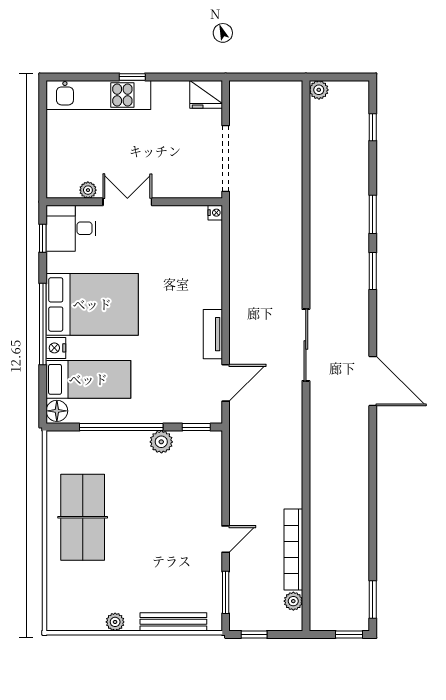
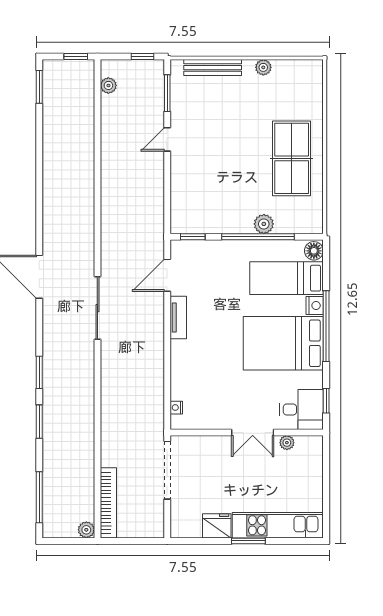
window: (132, 77) -> (248, 541), width x1.50
fridge: (206, 94) -> (217, 526), moved
window: (373, 127) -> (39, 497), width x2.17
nightstand: (215, 213) -> (176, 408), moved
plant: (161, 442) -> (264, 224), moved
bookcase: (293, 549) -> (108, 503), moved
window: (349, 634) -> (76, 57), moved

